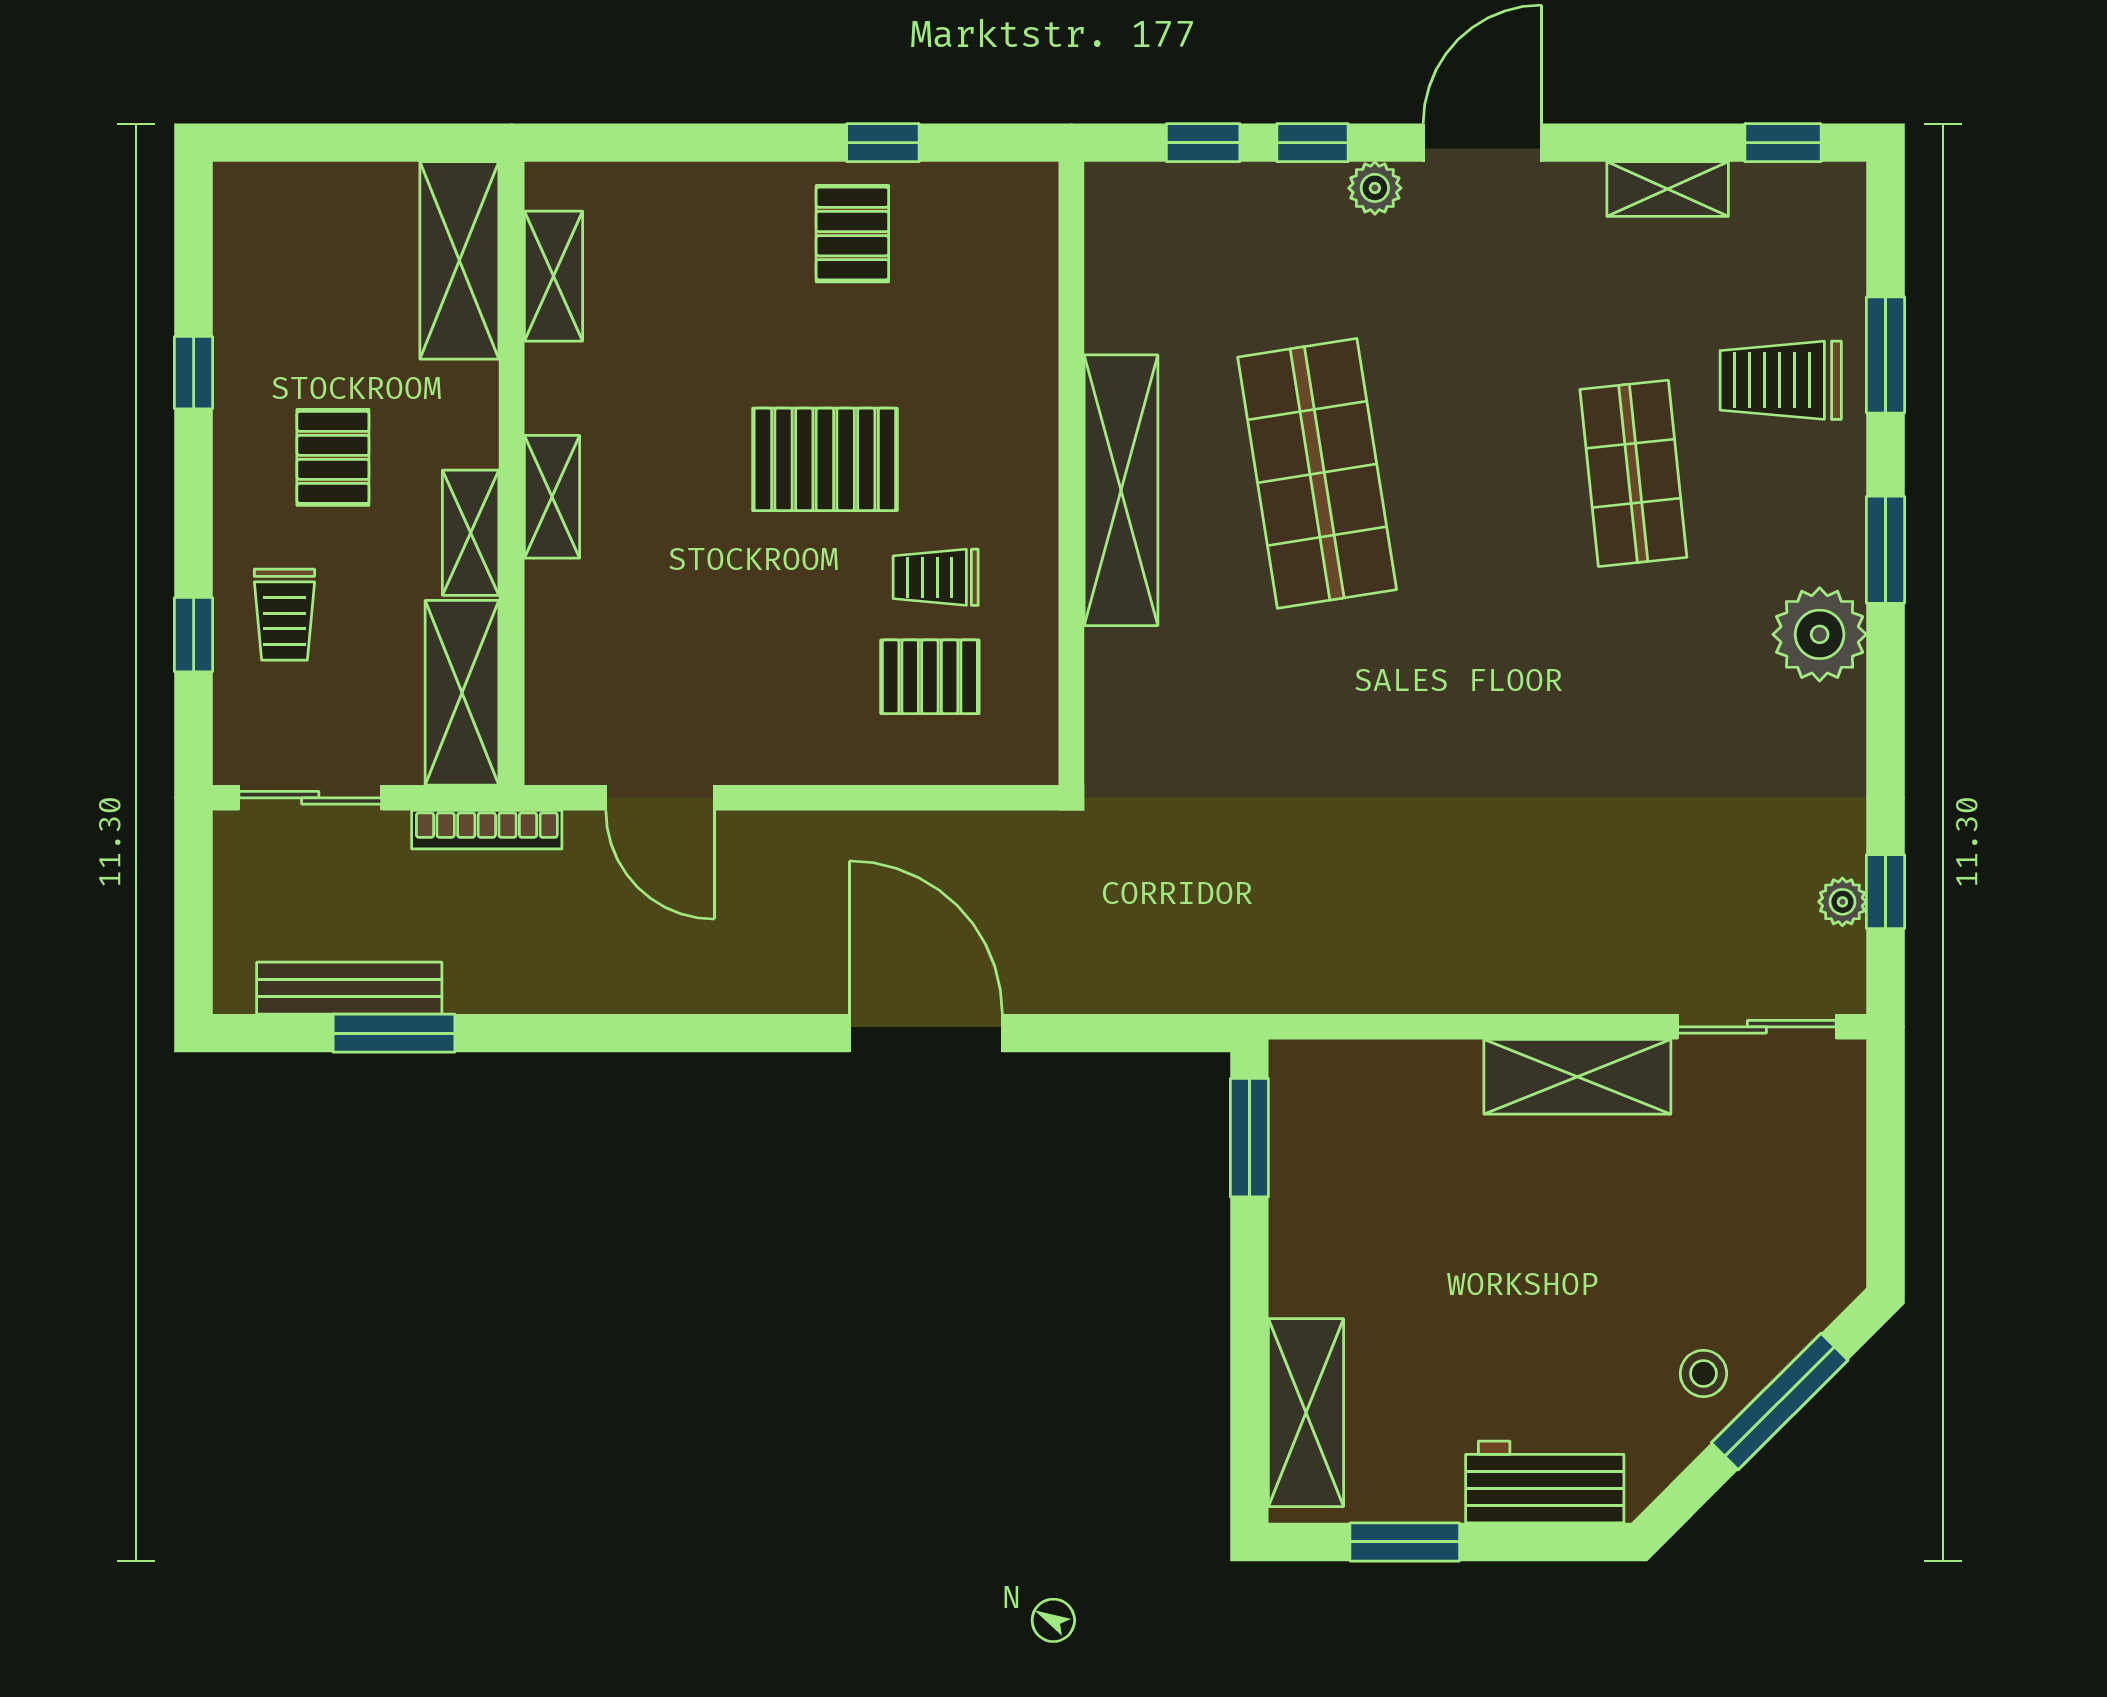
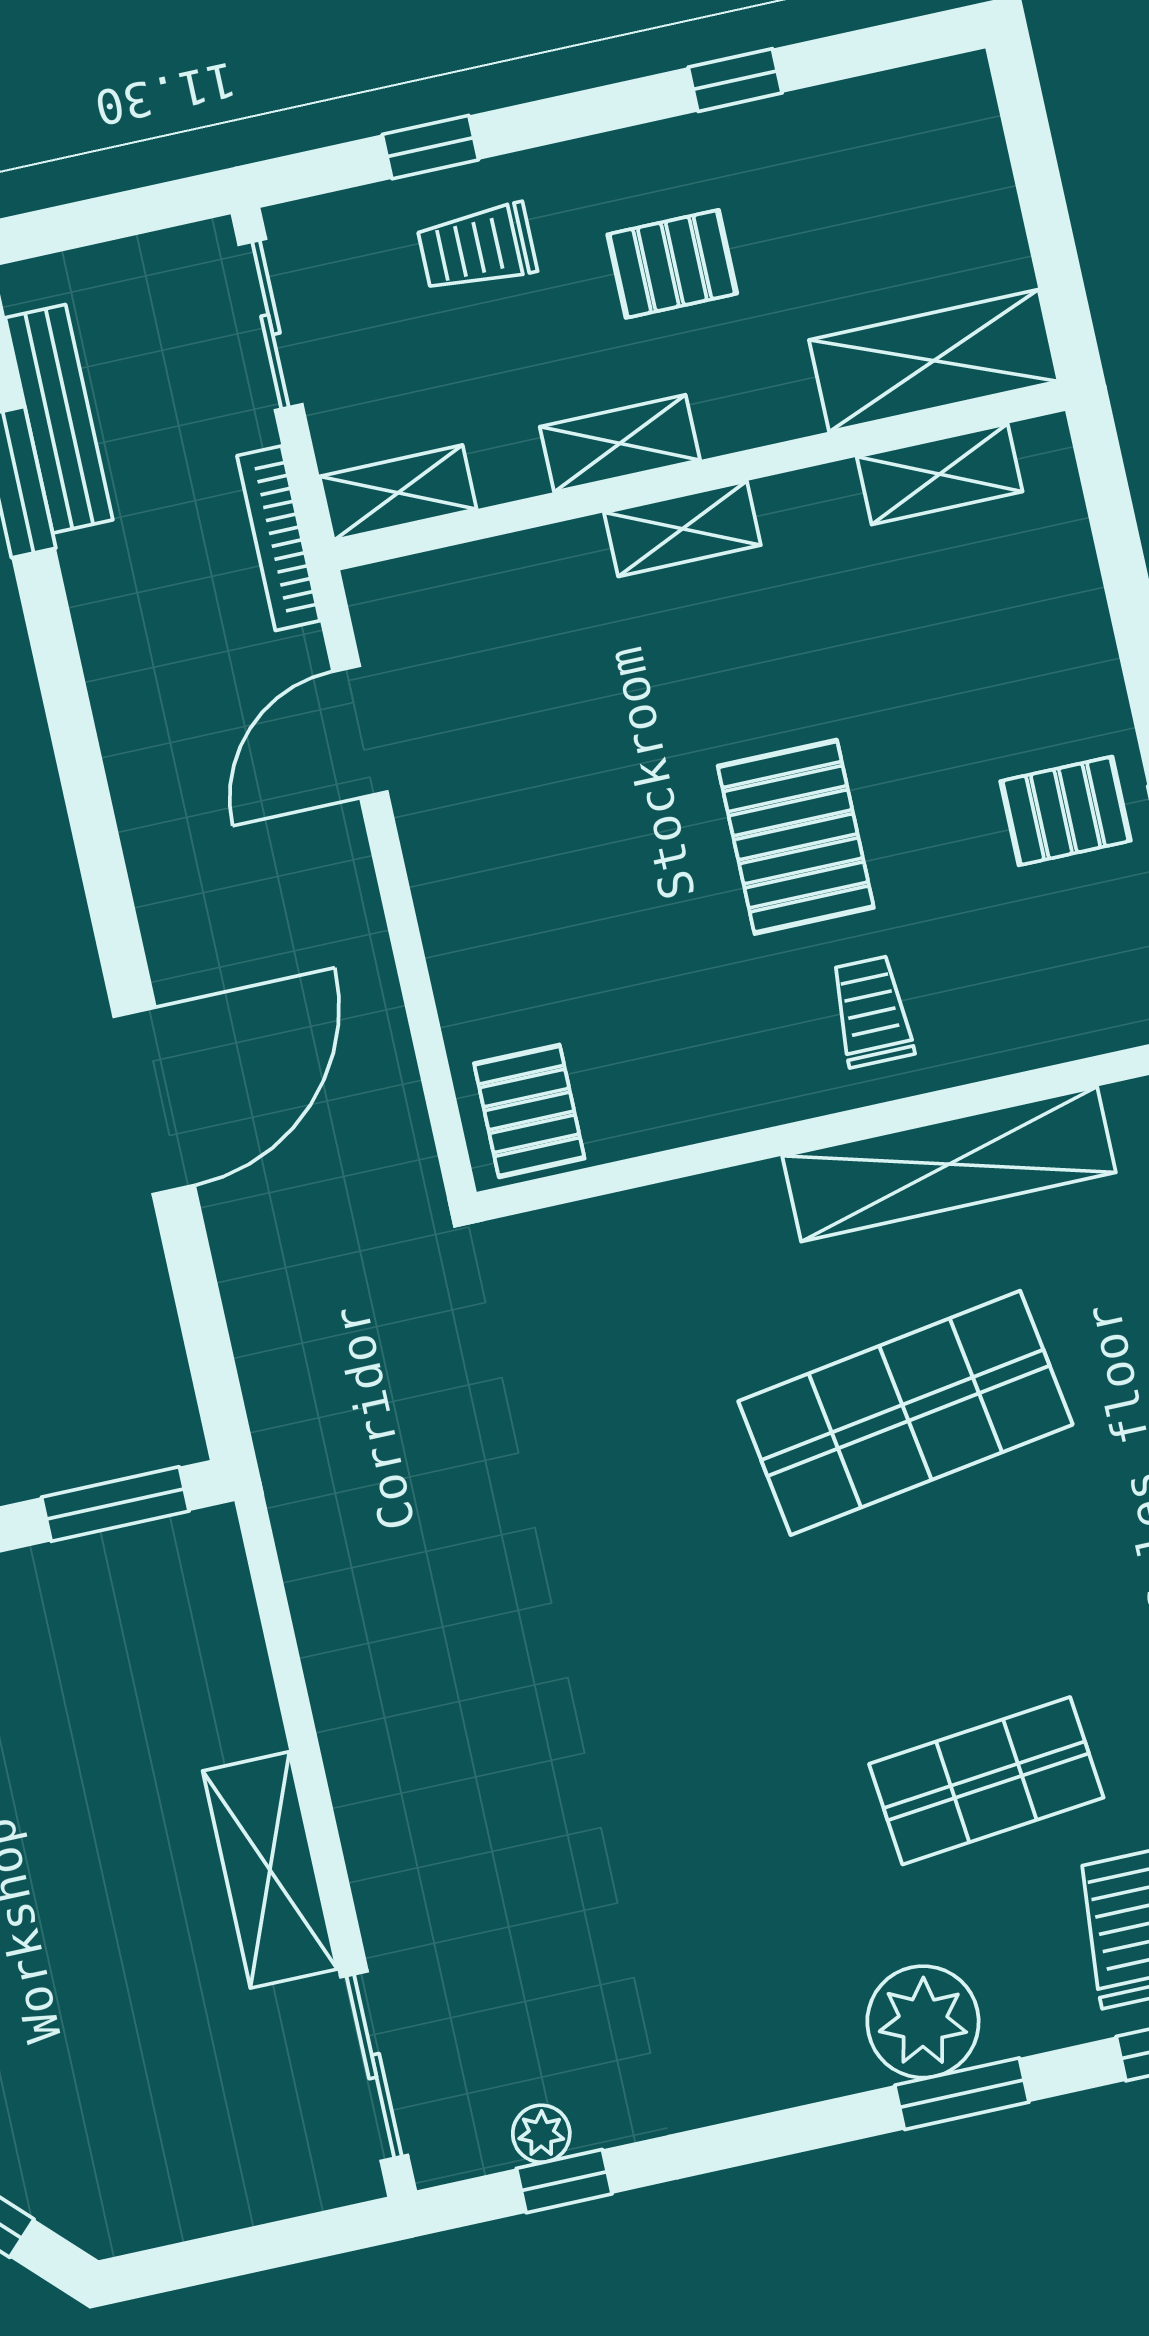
shelving: (1121, 490) -> (949, 1164), moved
trolley: (936, 577) -> (872, 1011), moved
plant: (1820, 634) -> (923, 2022), moved
pallet: (930, 677) -> (529, 1111), moved
shelving: (462, 693) -> (398, 493), width x0.67, depth x0.75

